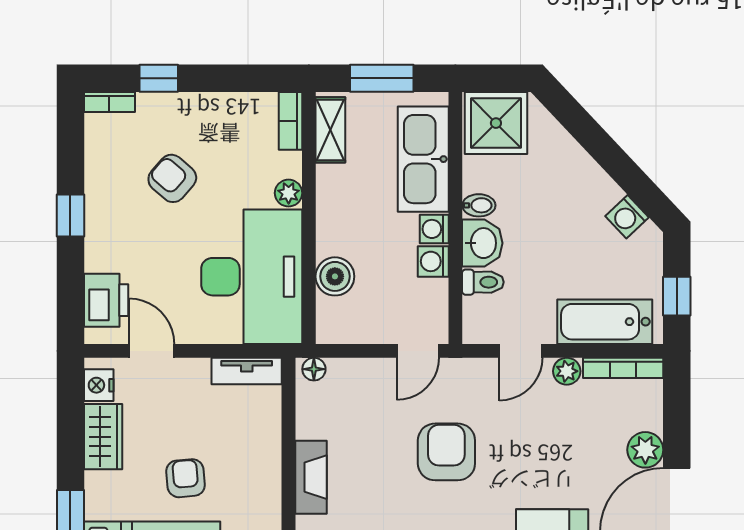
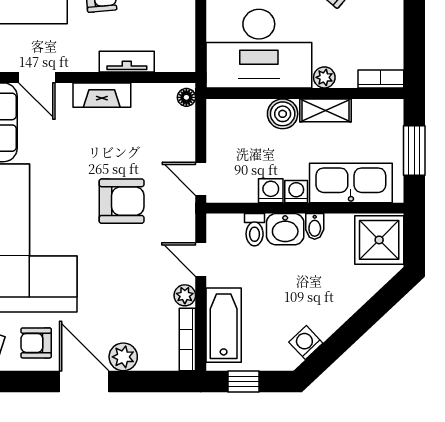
shelving: (330, 130) -> (325, 110), moved
boiler: (335, 276) -> (283, 114), moved
tv unit: (247, 371) -> (127, 62), moved, turned 90

